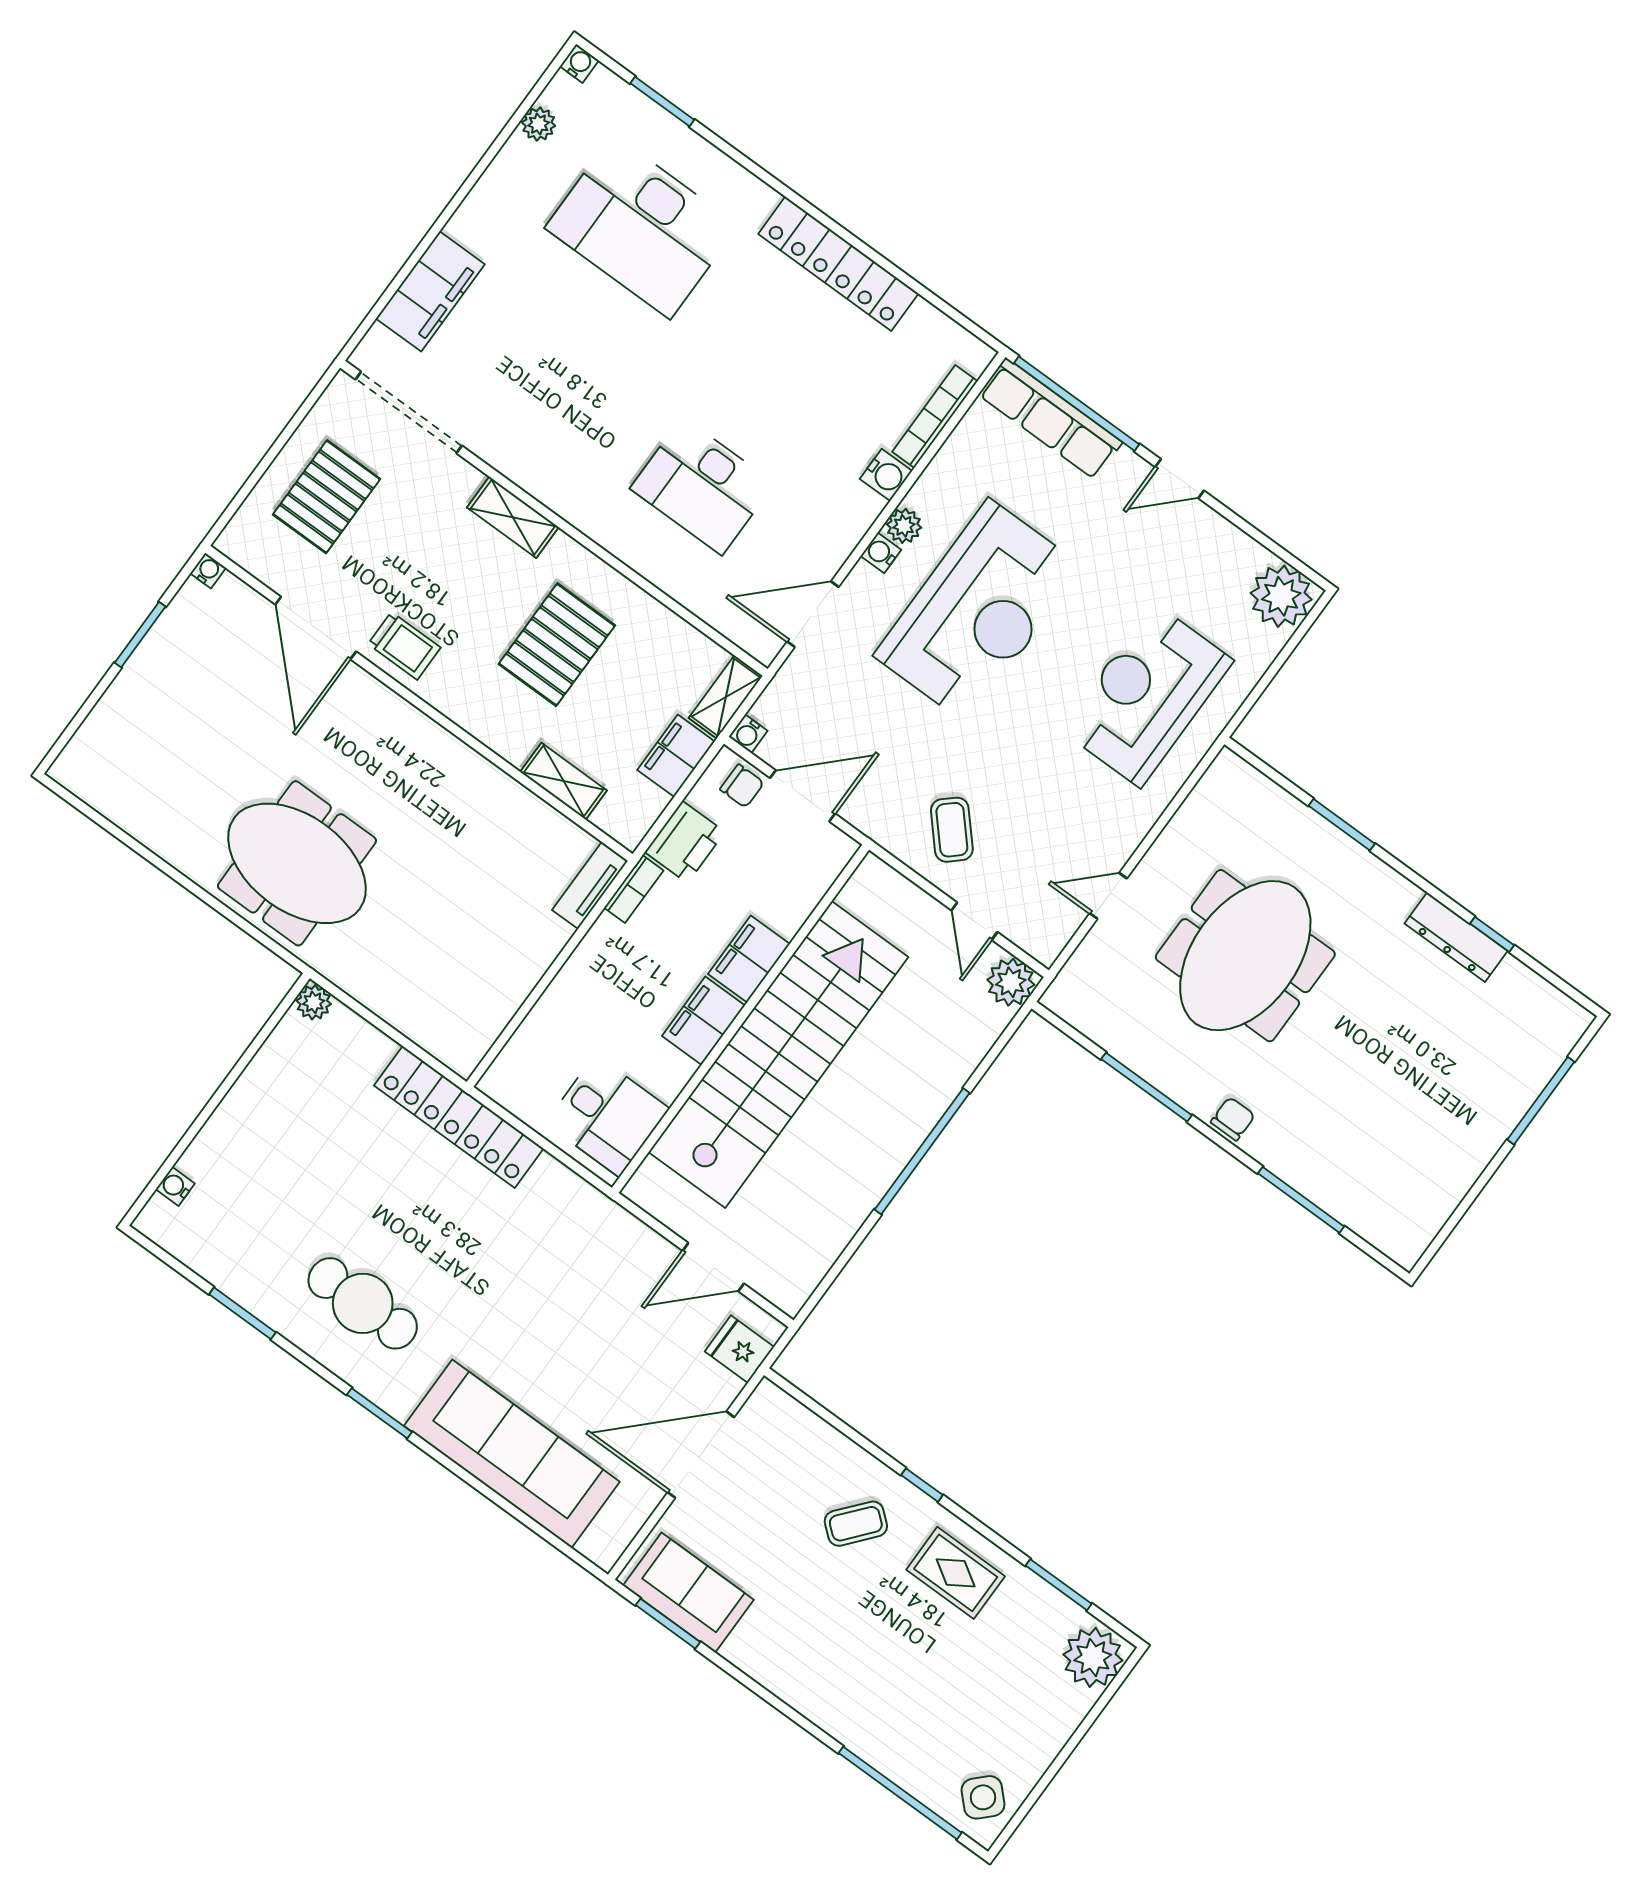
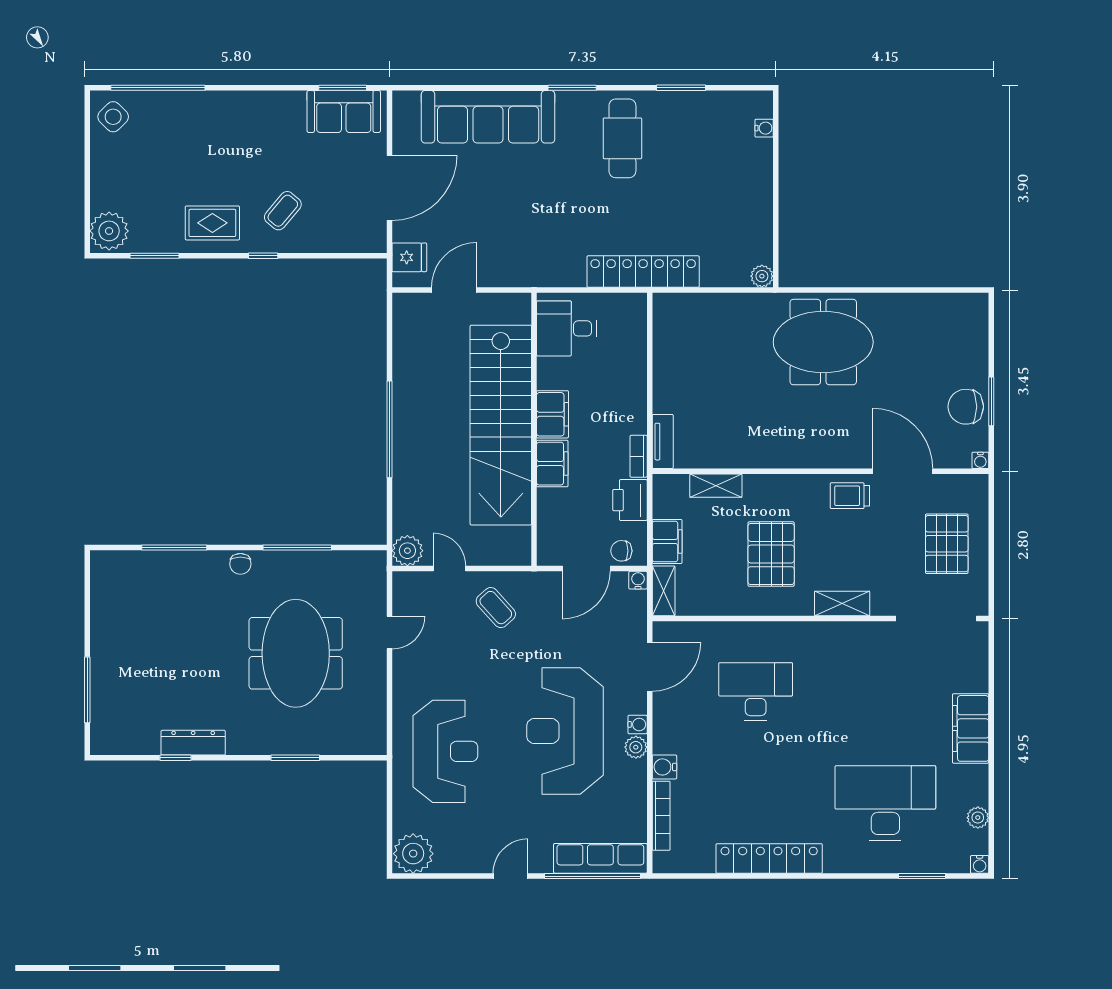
filing cabinet: (430, 291) -> (971, 728), moved
chair: (177, 651) -> (966, 407), added
cafe table: (363, 1303) -> (622, 138), turned 90

